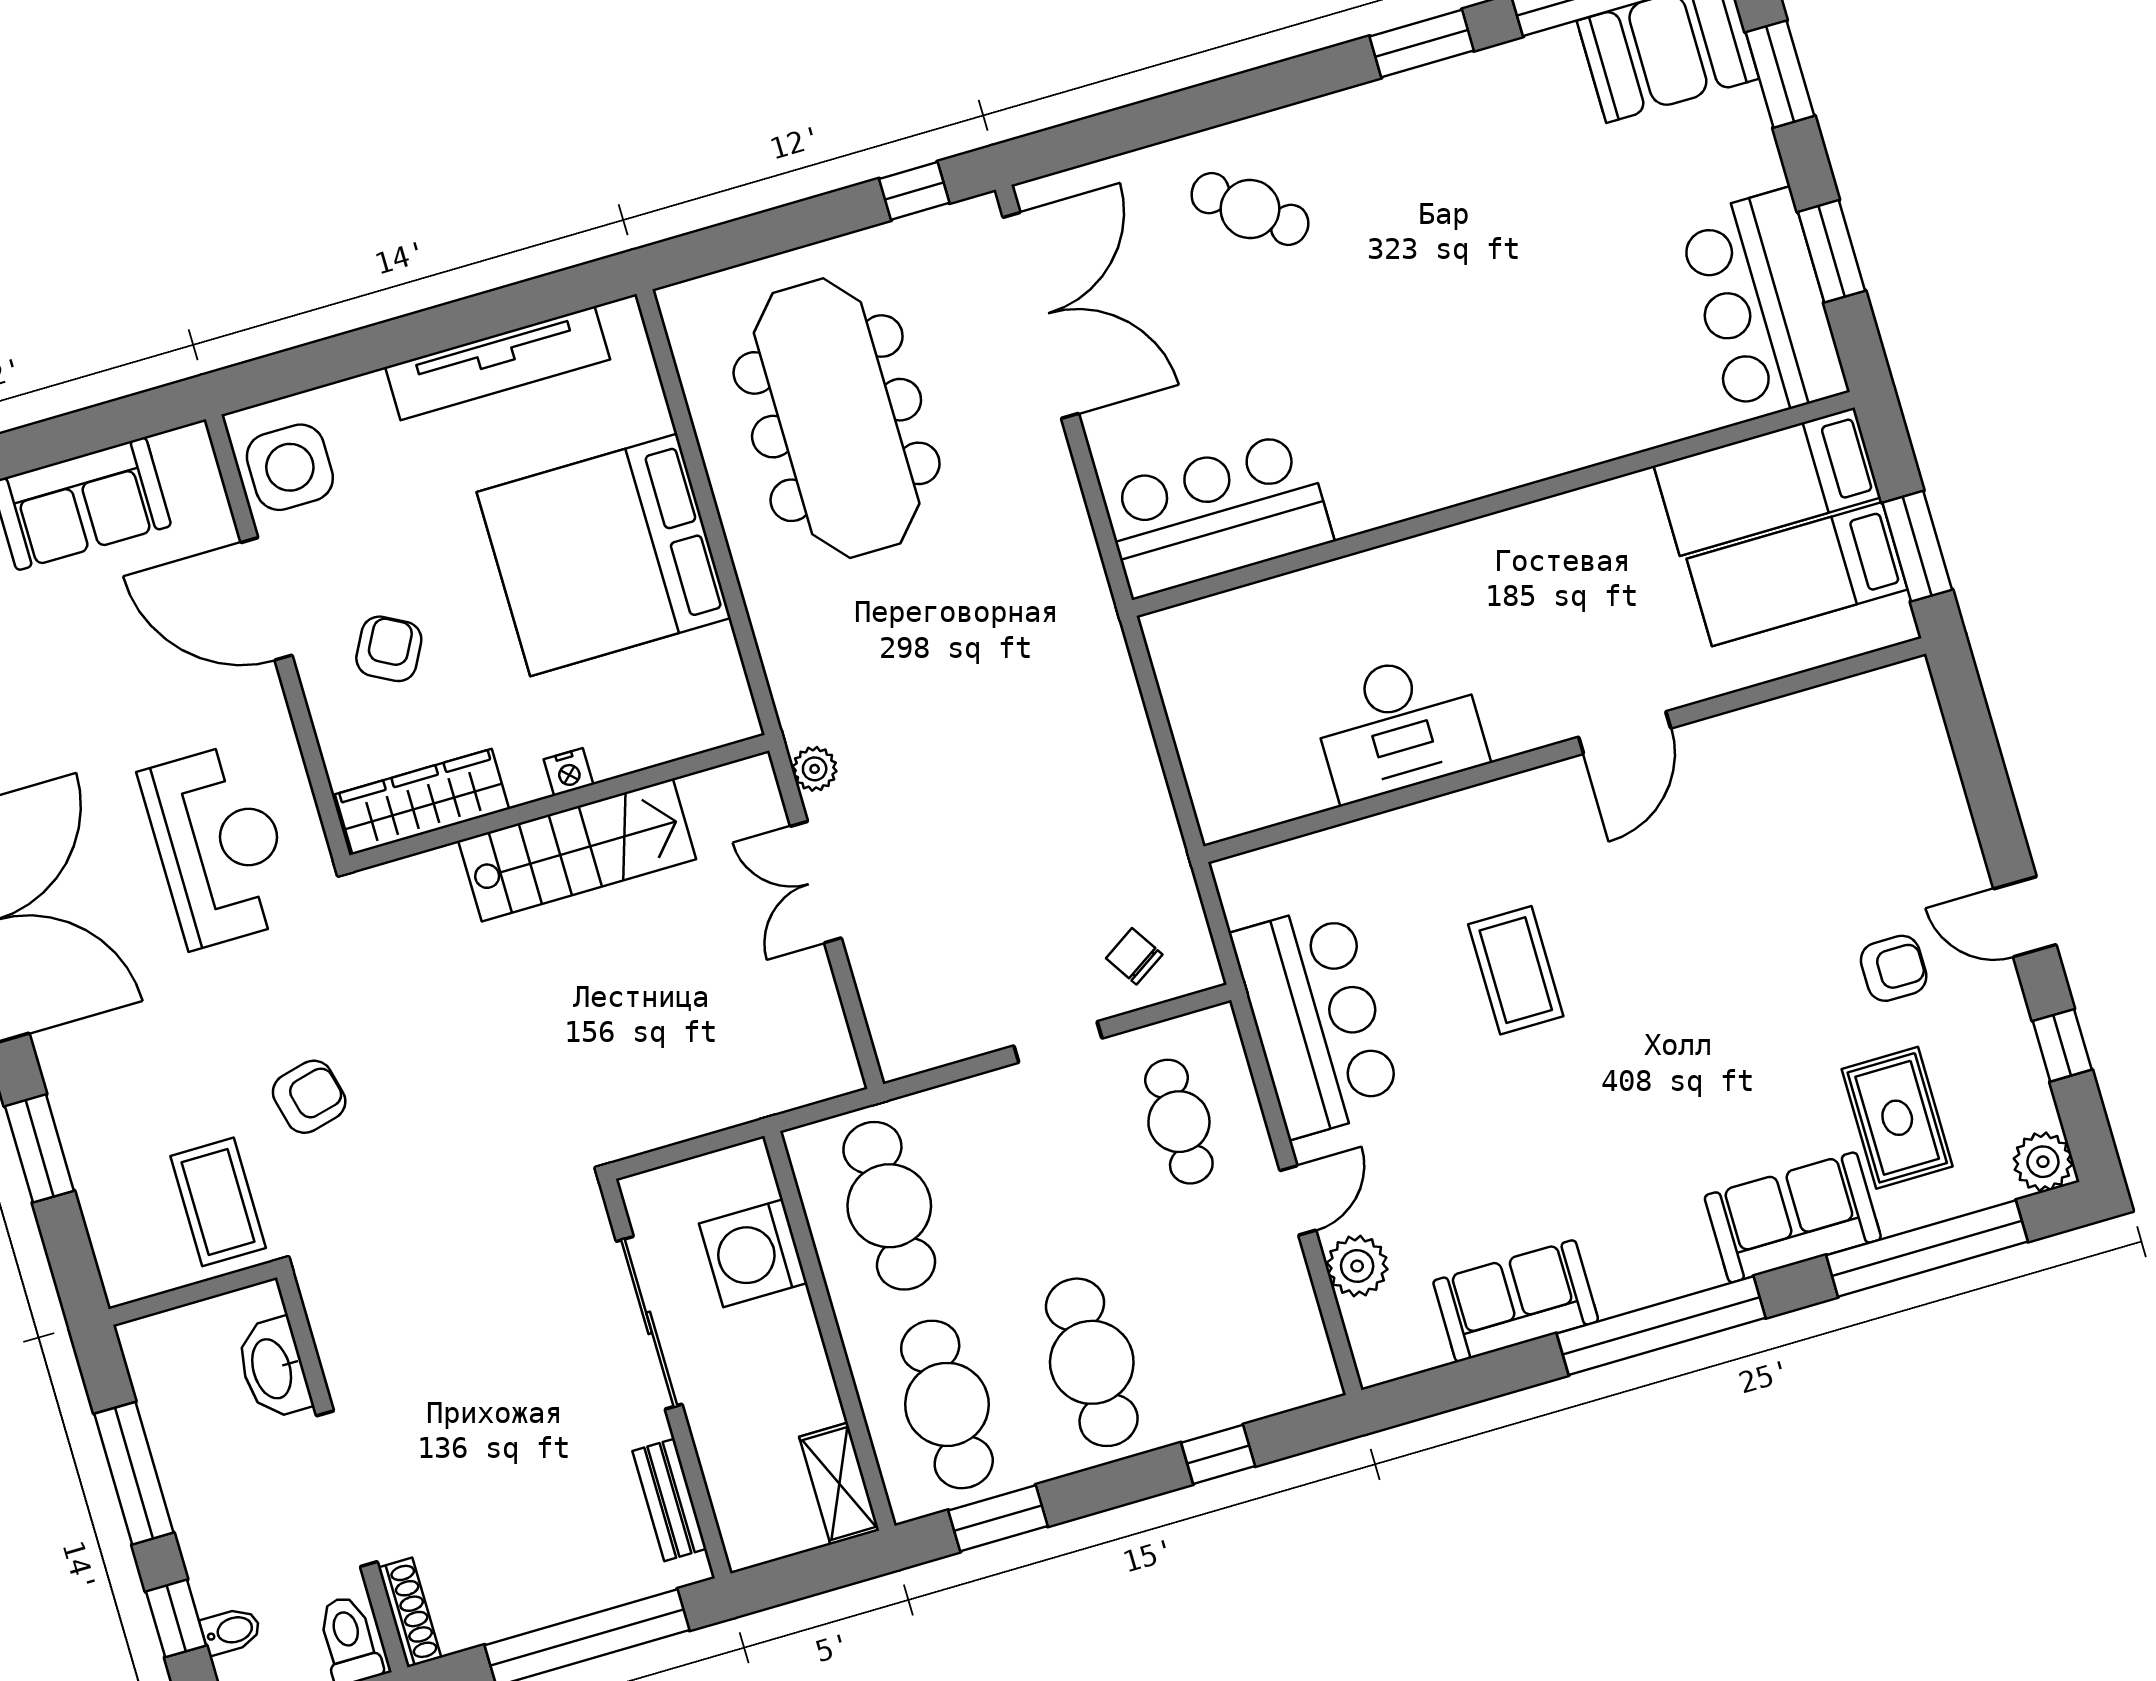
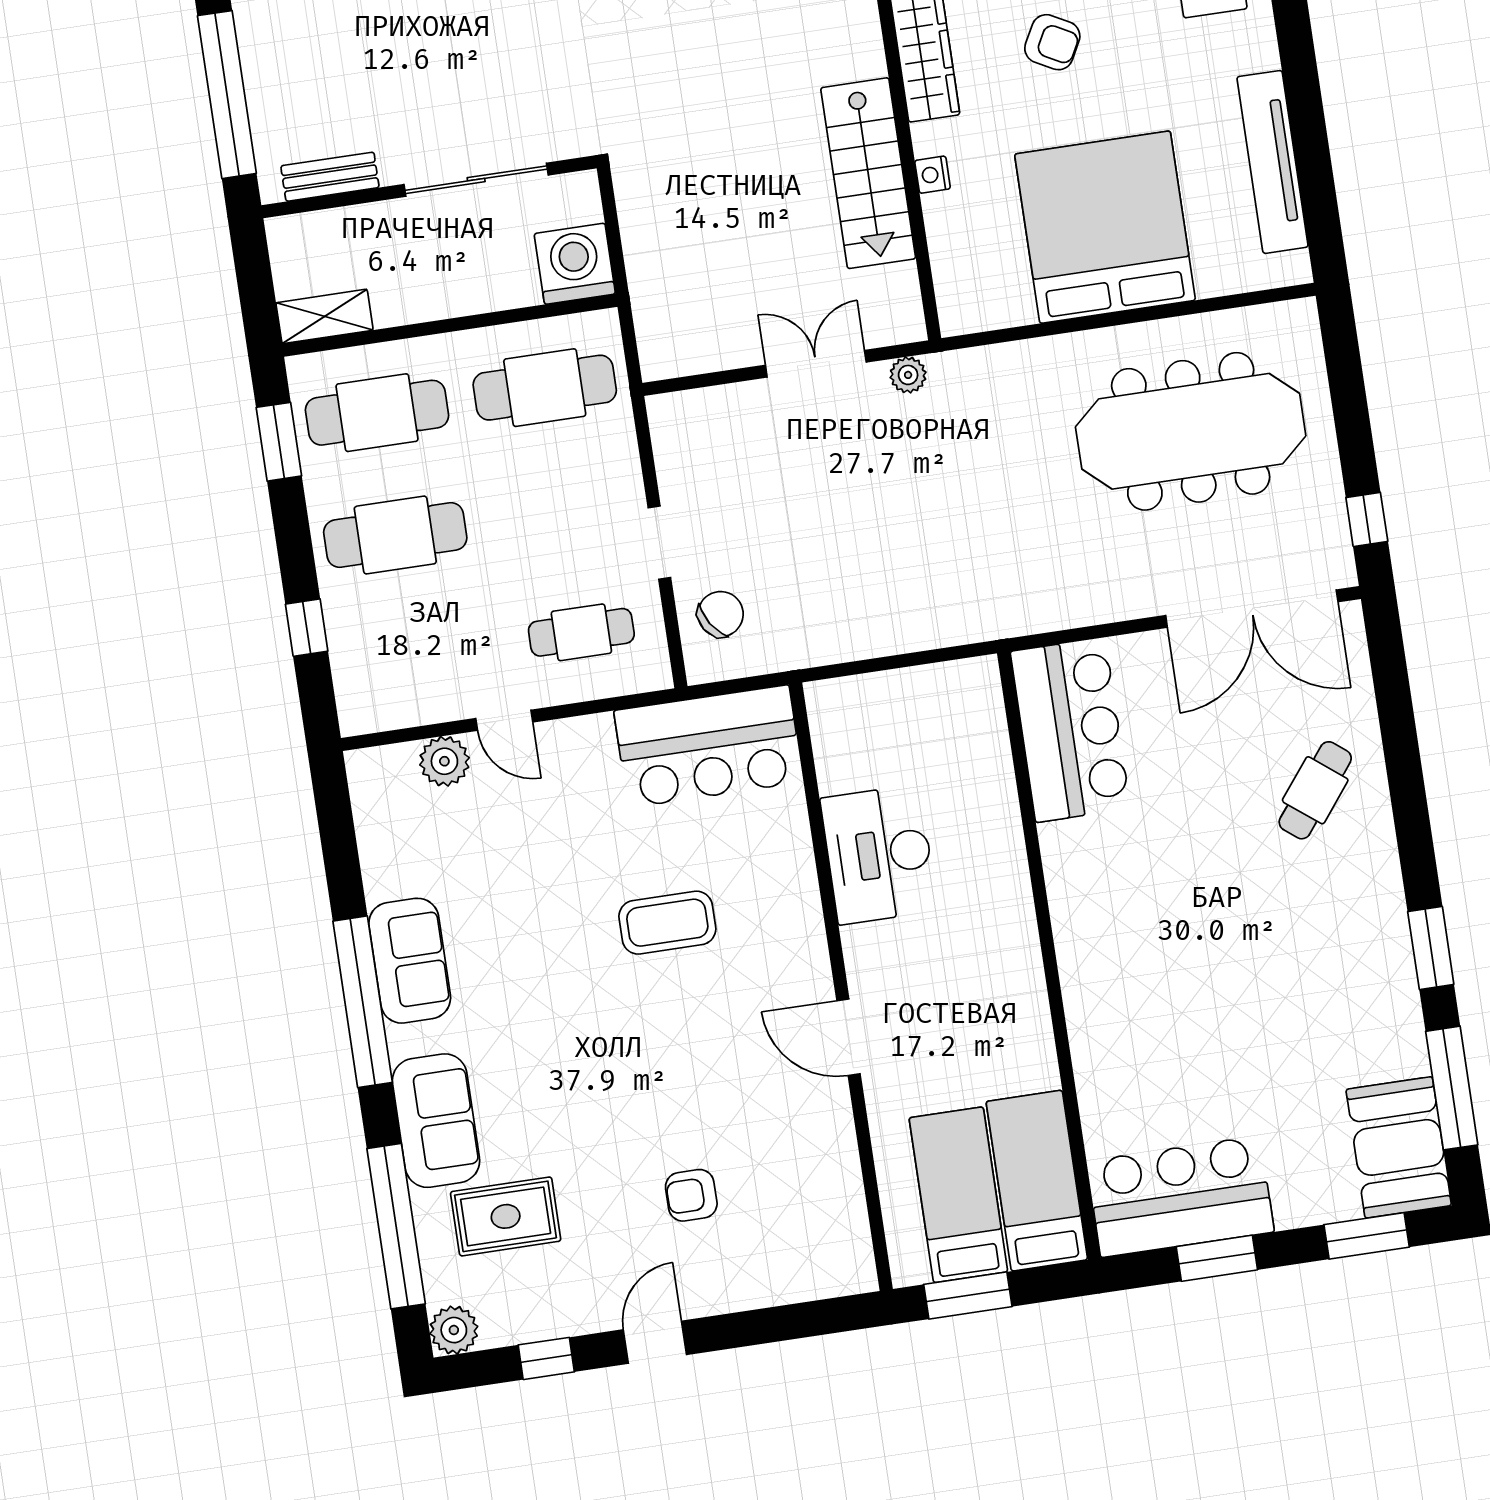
chair: (1134, 956) -> (721, 614), width x1.37, depth x1.37
armchair: (1894, 968) -> (691, 1195), moved, turned 90
bar counter: (1316, 1020) -> (709, 746), moved
washing machine: (753, 1253) -> (575, 264), moved
sofa: (1516, 1301) -> (410, 961), moved

